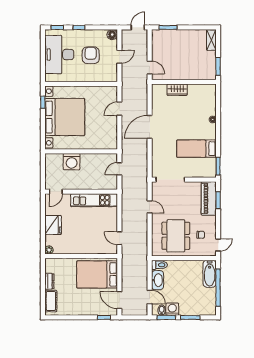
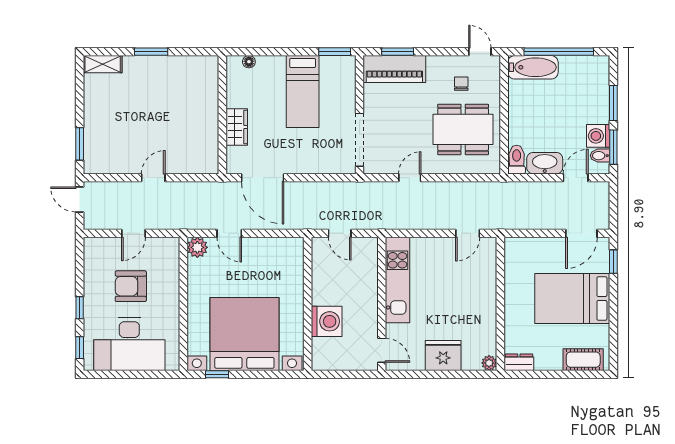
floor lamp: (112, 35) -> (93, 247), removed
door: (119, 57) -> (133, 233), swing flipped
wall: (184, 82) -> (222, 115), moved
wardrobe: (177, 90) -> (237, 127), moved
plant: (112, 91) -> (197, 247), added
bed: (97, 274) -> (572, 299), moved, turned 90
dresser: (49, 281) -> (519, 362), moved

